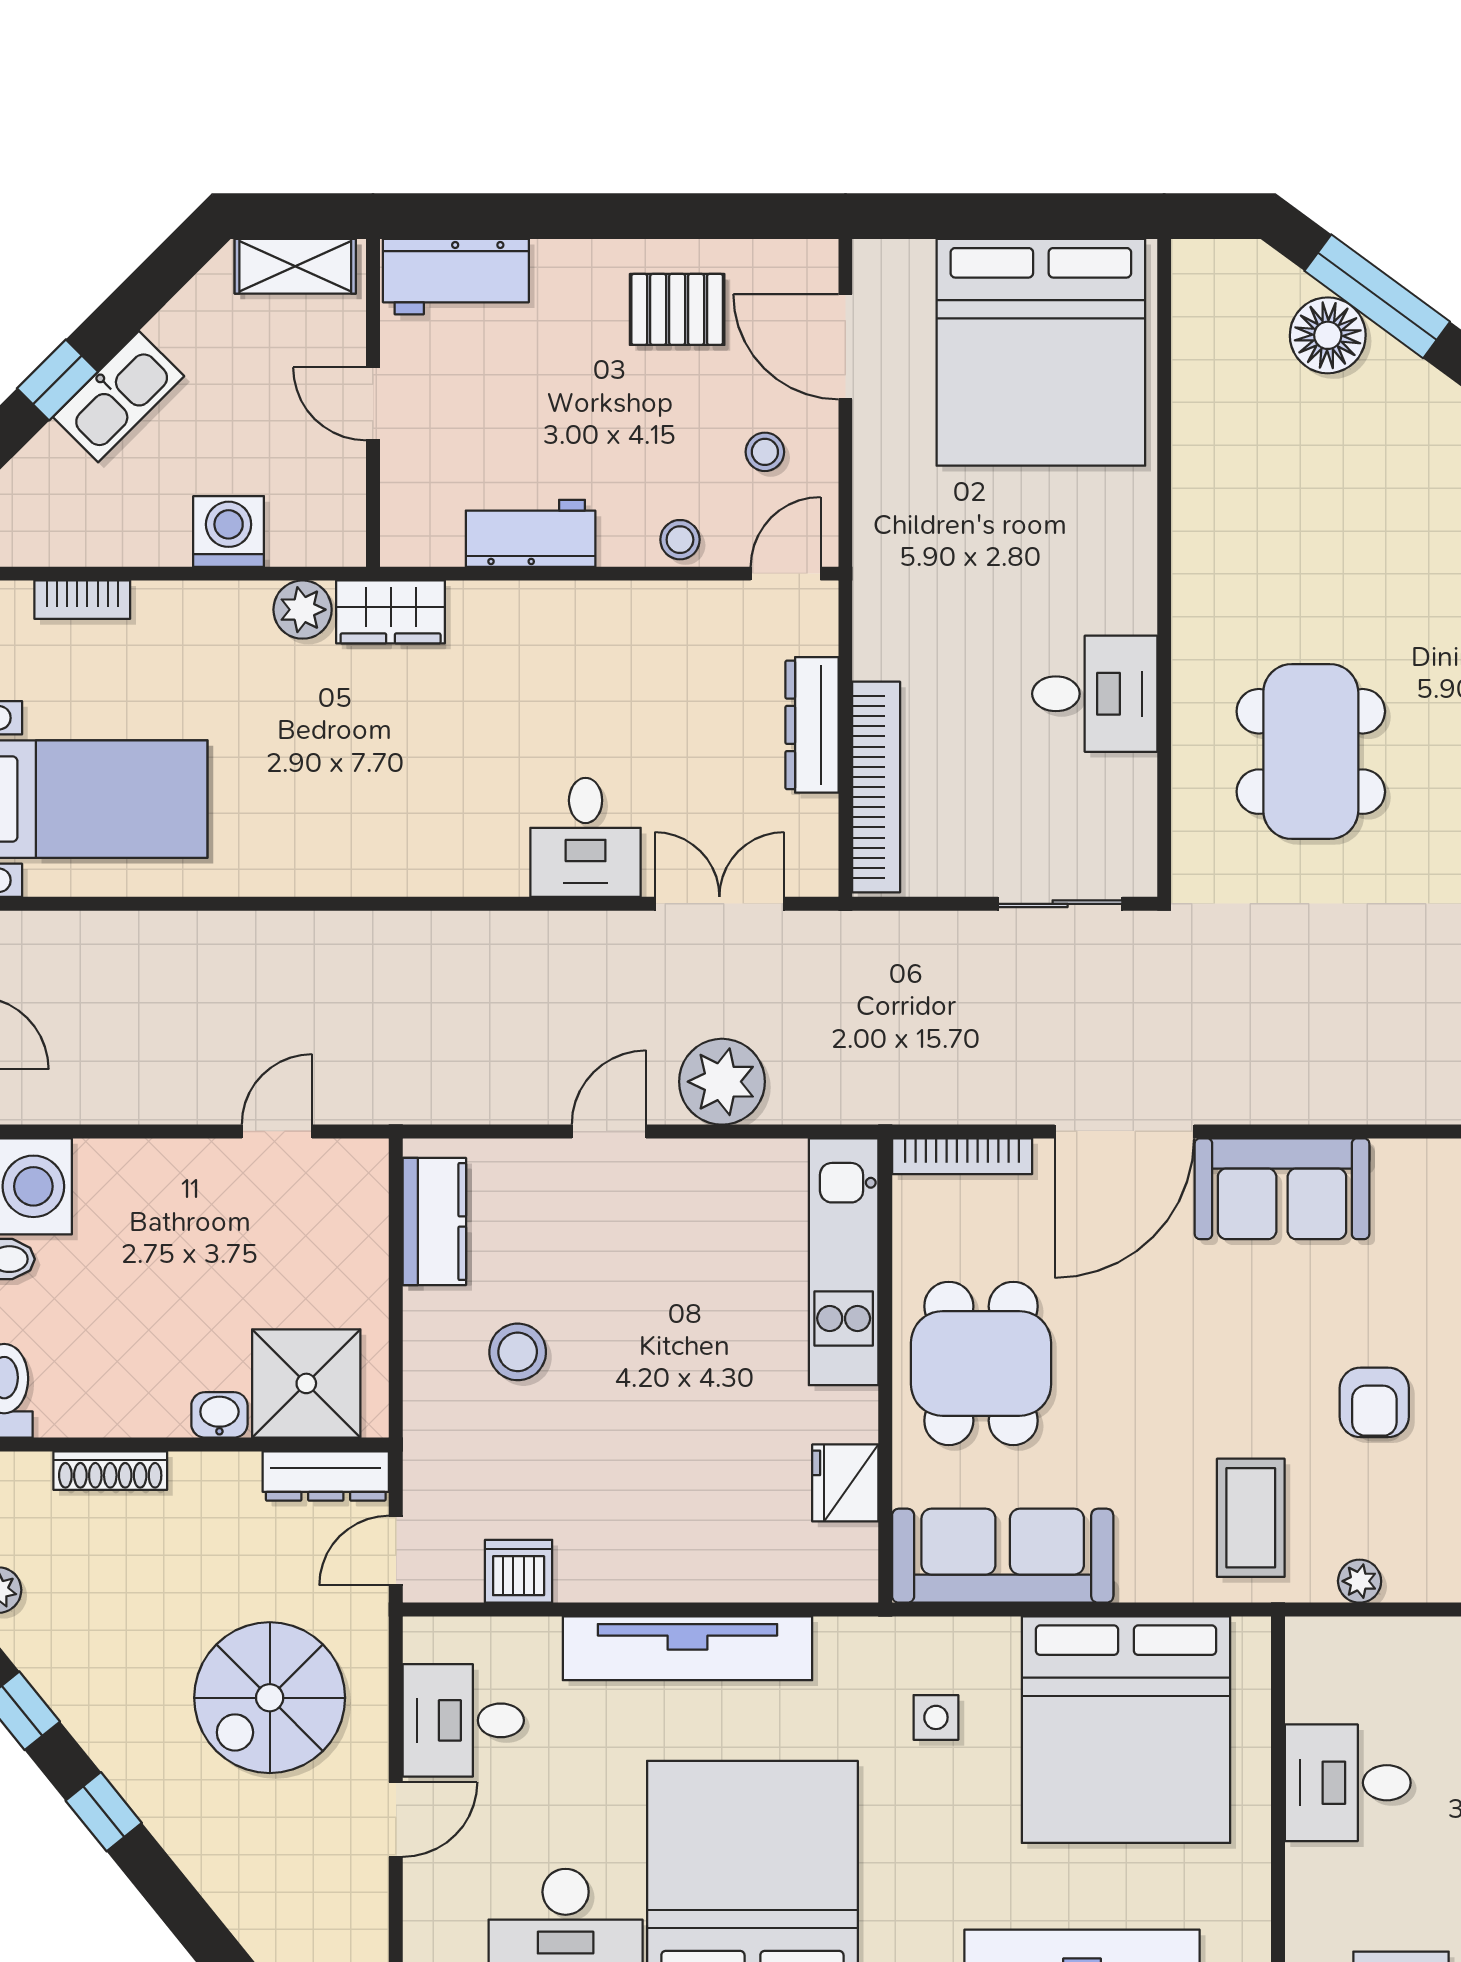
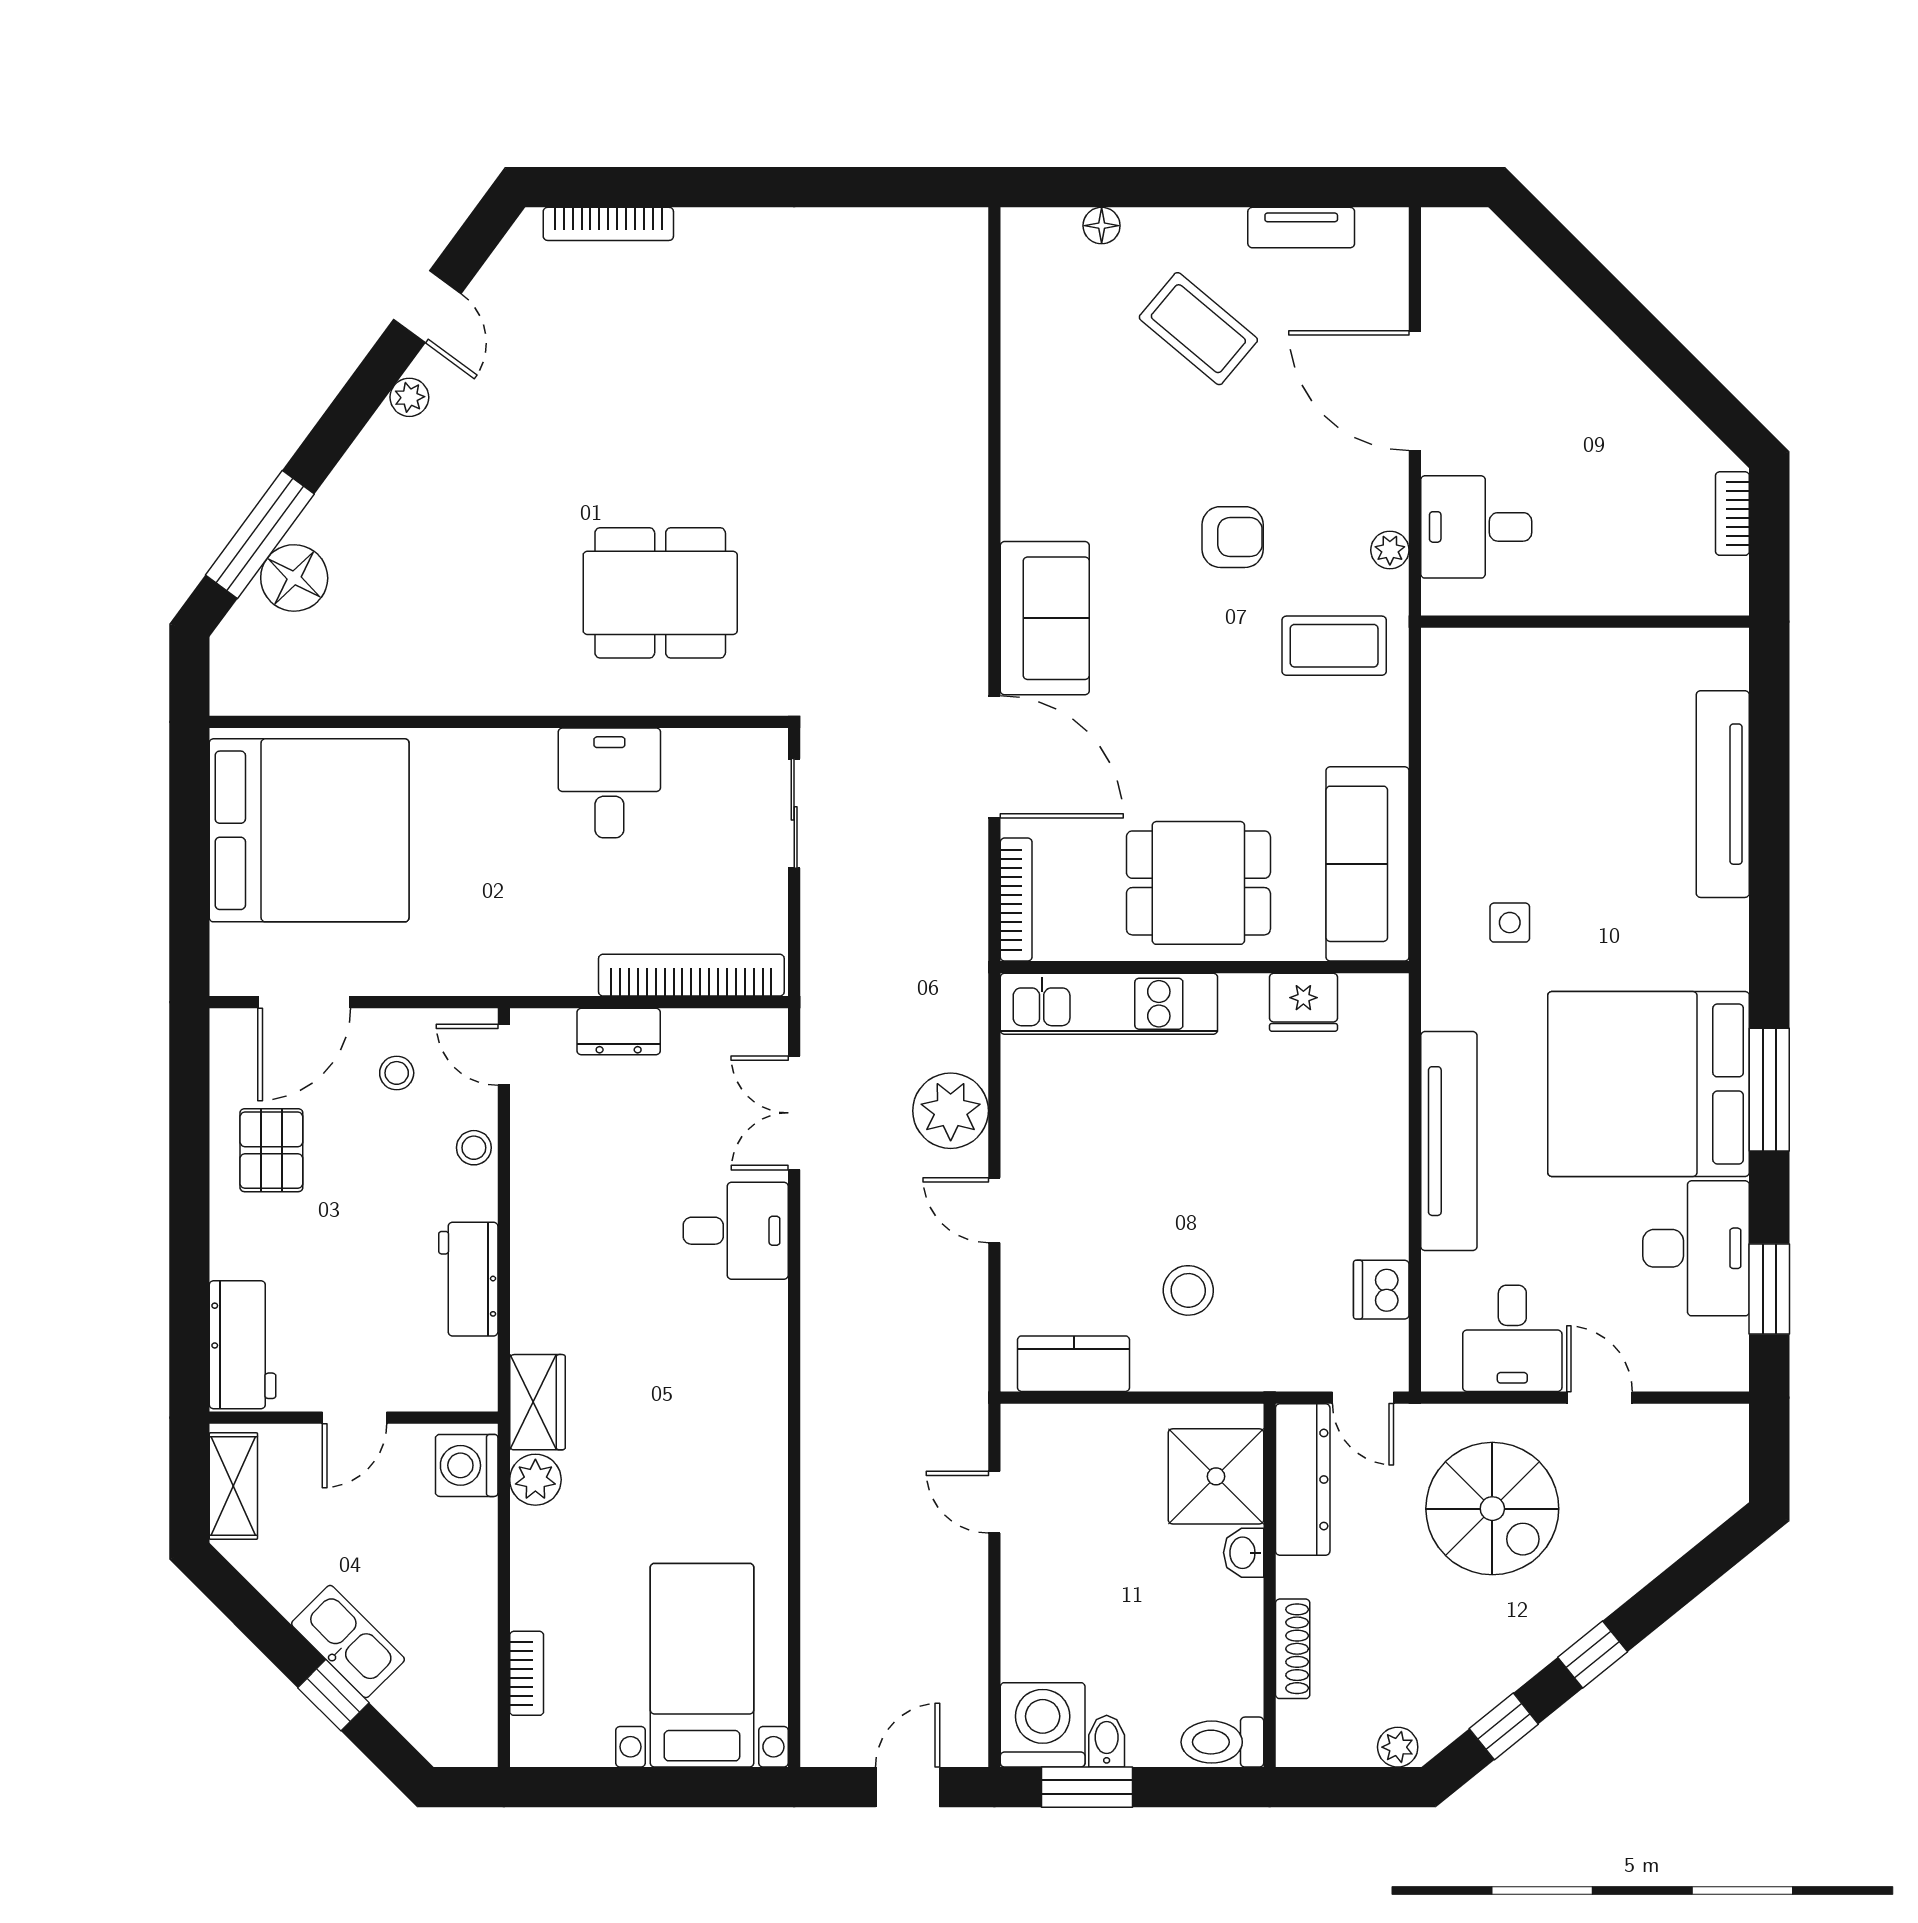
washing machine: (229, 531) -> (467, 1465), moved
dresser: (812, 725) -> (619, 1032), width x0.70
dresser: (326, 1476) -> (1303, 1480), width x1.37, depth x1.24
bed: (1126, 1730) -> (1520, 755), removed
desk: (1348, 1783) -> (1476, 527), moved, turned 90

